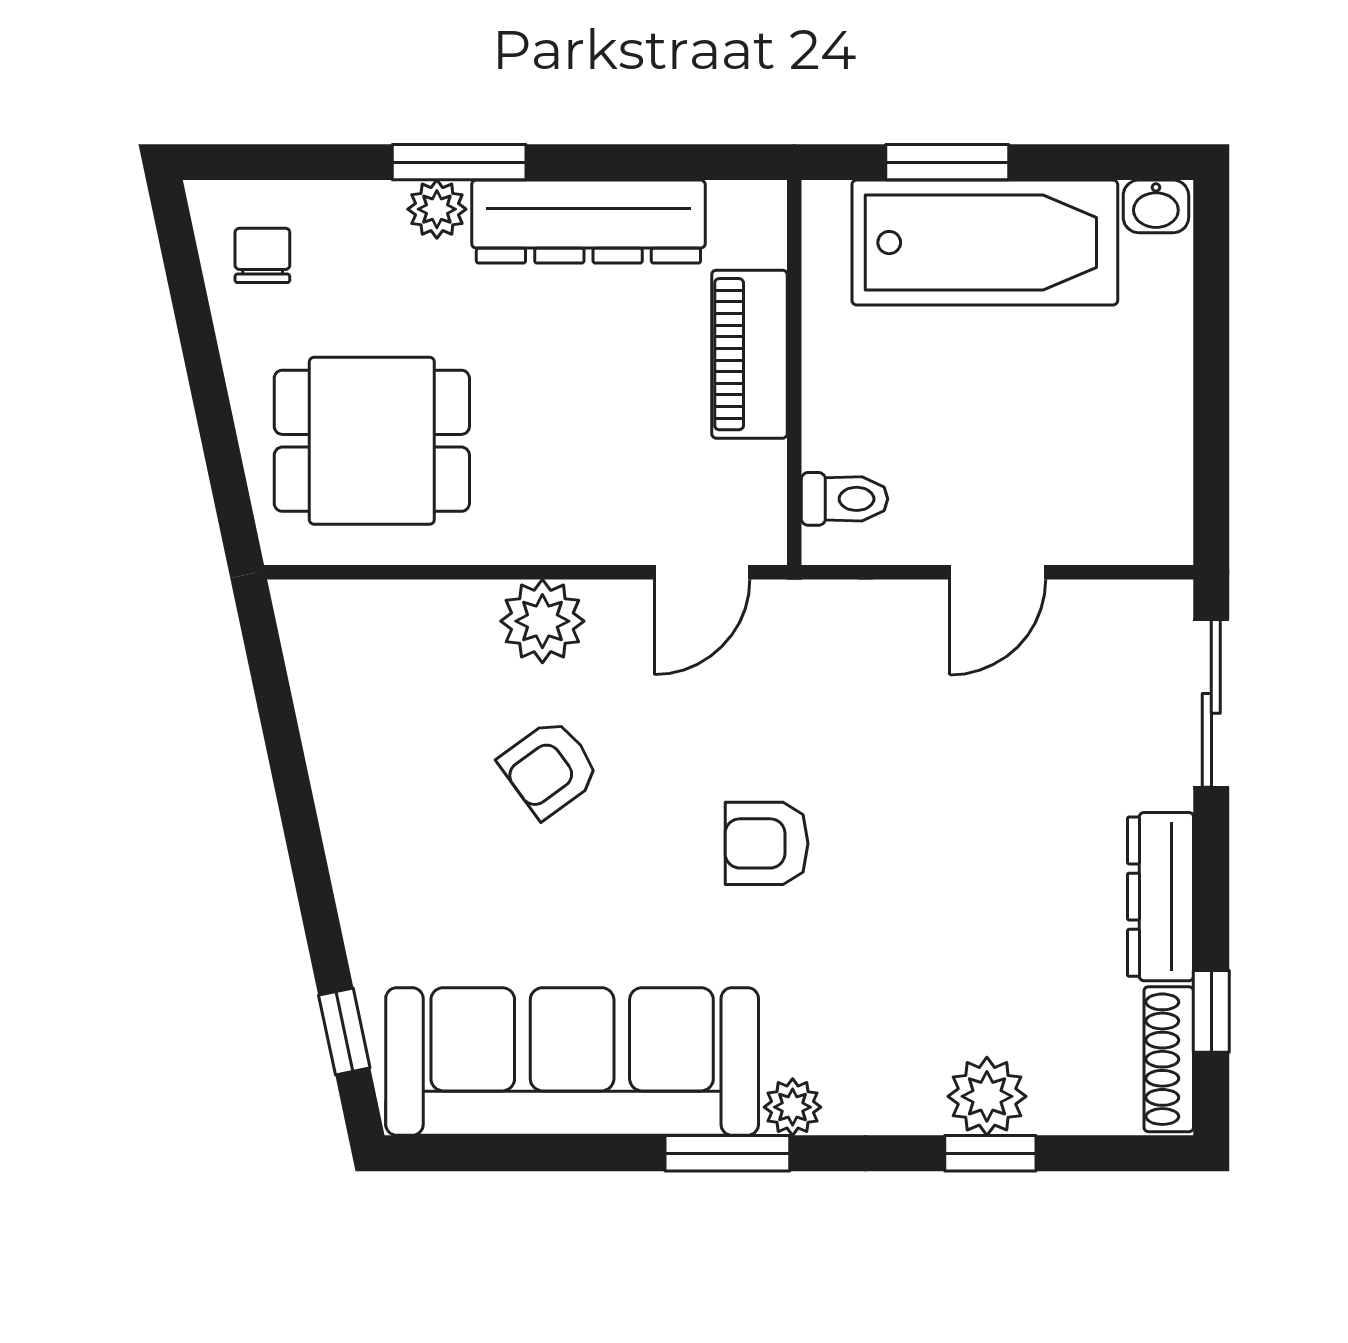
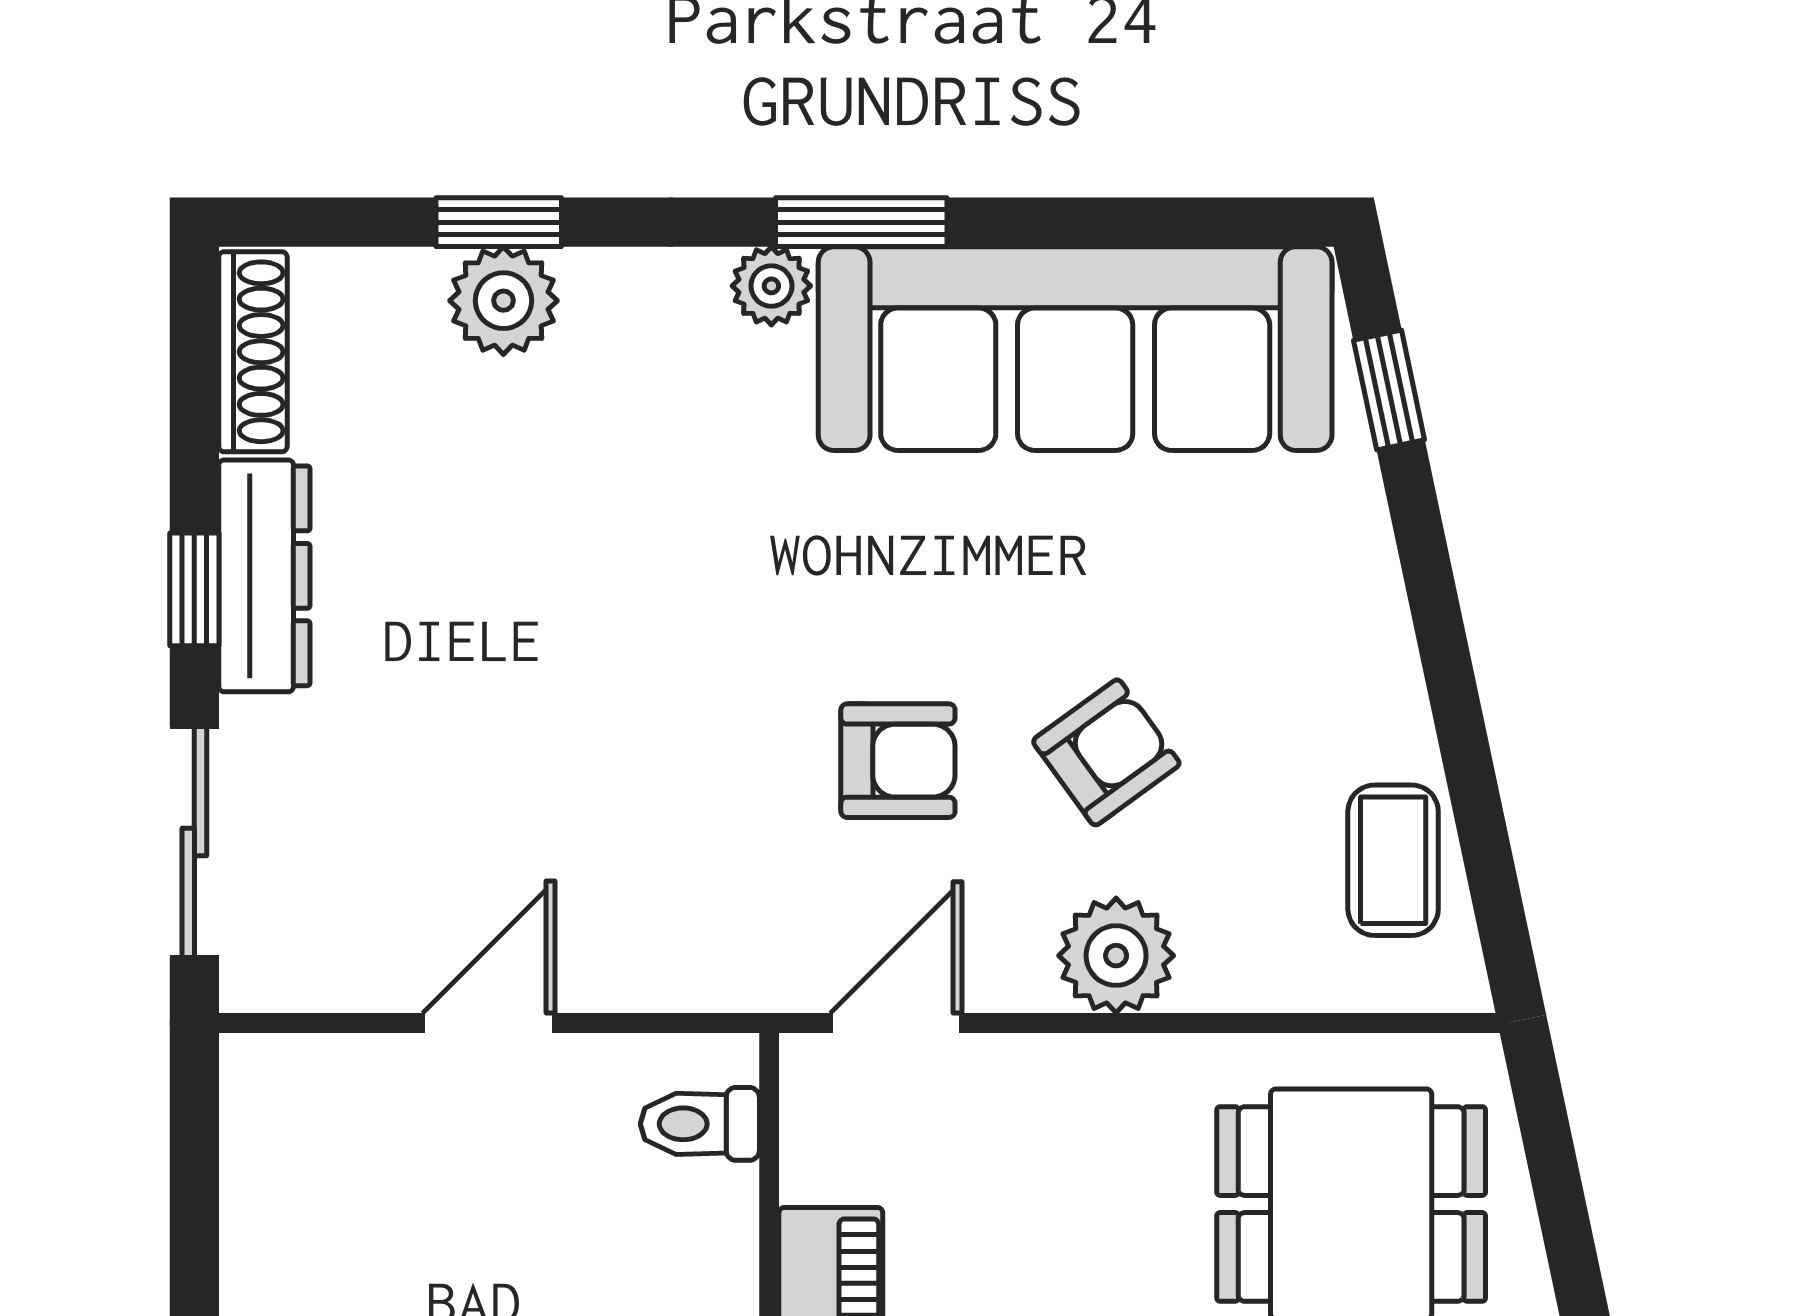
coffee table: (341, 690) -> (1393, 860), added
armchair: (767, 843) -> (898, 761), moved
window: (1211, 1011) -> (194, 589), moved

